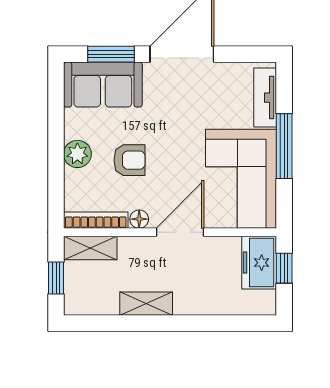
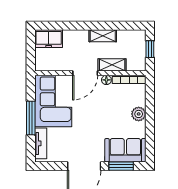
armchair: (129, 160) -> (112, 111), removed
shelving: (90, 248) -> (112, 65), moved
freezer: (259, 263) -> (49, 39), moved, turned 90
window: (284, 268) -> (31, 54), removed

